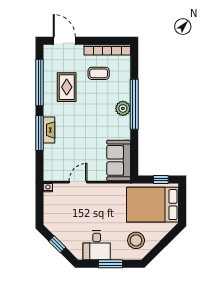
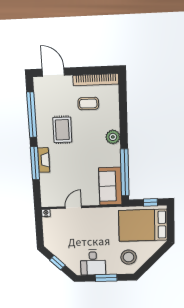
rug: (67, 87) -> (62, 130), moved
window: (134, 104) -> (125, 172), moved

